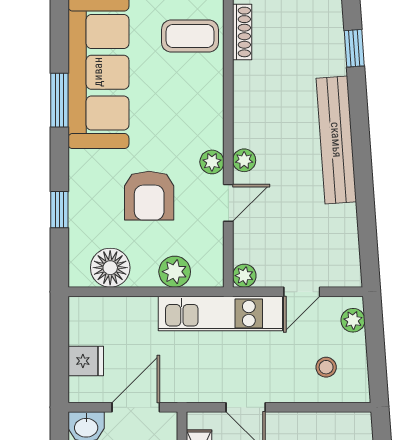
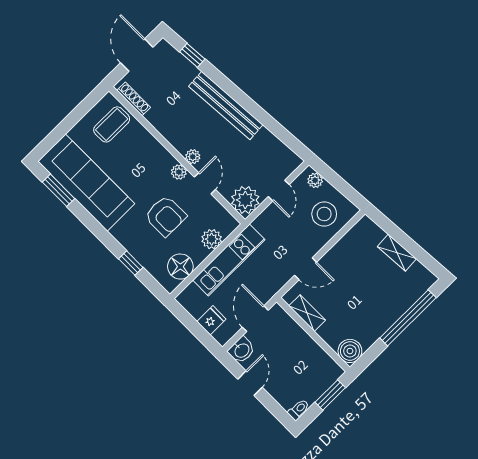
window: (59, 100) -> (59, 190), moved
plant: (244, 276) -> (245, 200), width x1.88, depth x1.88
kitchen unit: (220, 314) -> (229, 260), moved
stool: (326, 367) -> (324, 214), width x1.89, depth x1.89

